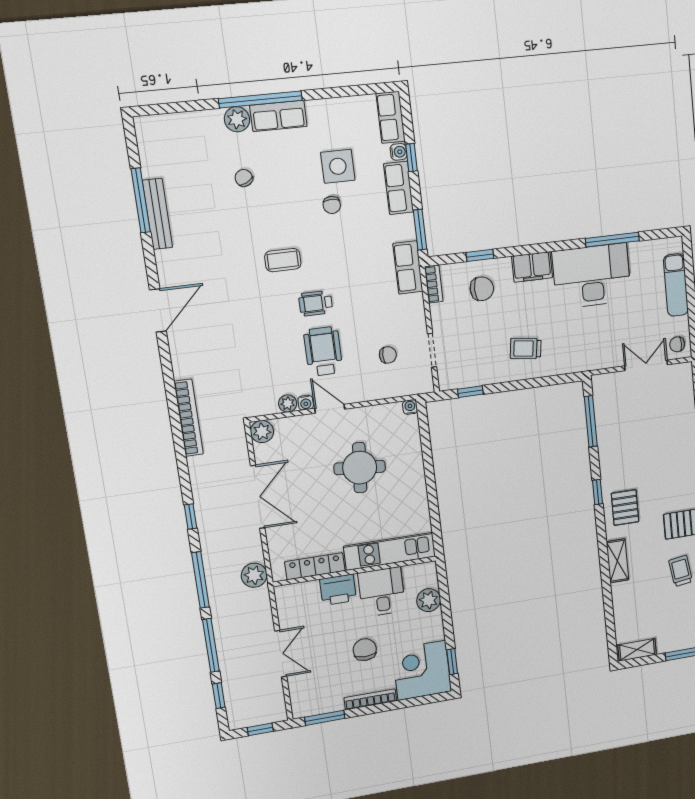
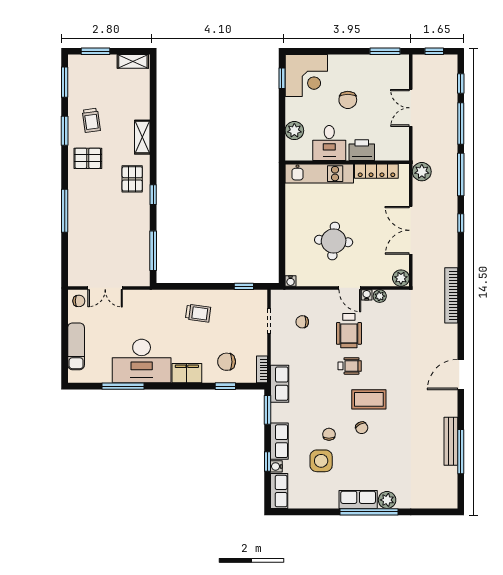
chair: (244, 178) -> (362, 428), moved
coffee table: (283, 260) -> (369, 399), width x1.36, depth x1.30
bookcase: (370, 699) -> (349, 60), removed

